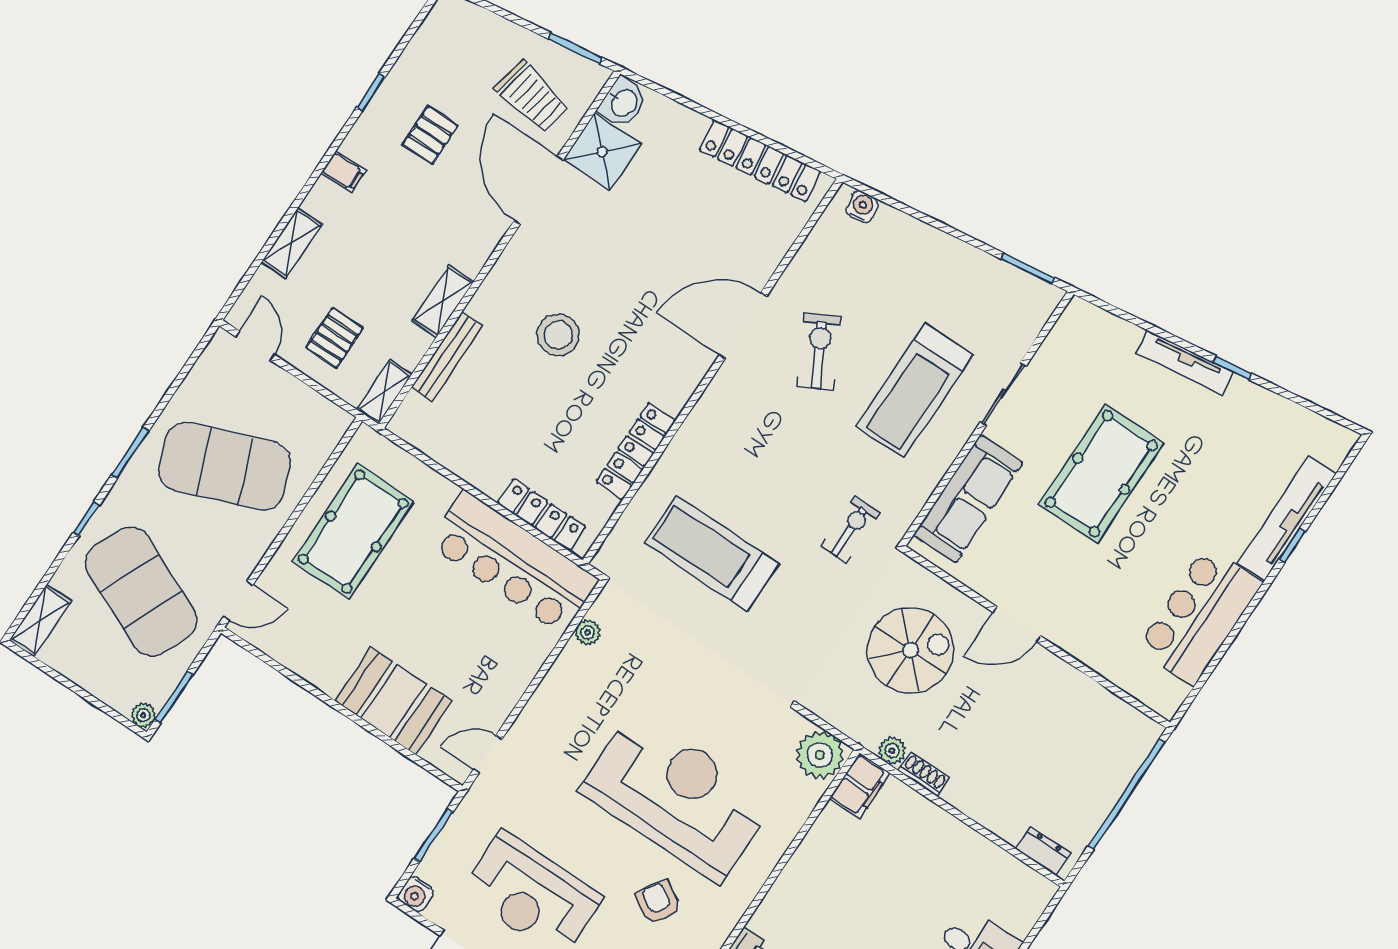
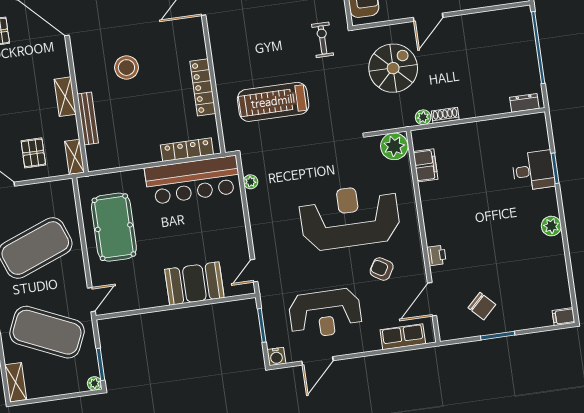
filing cabinet: (860, 786) -> (426, 165), moved

